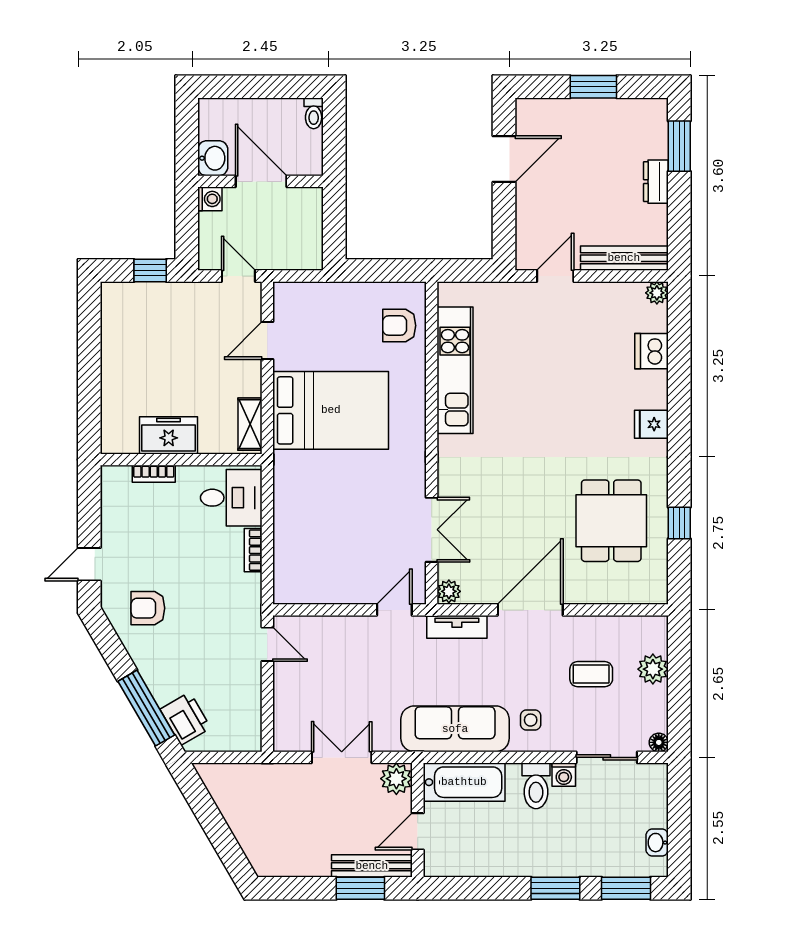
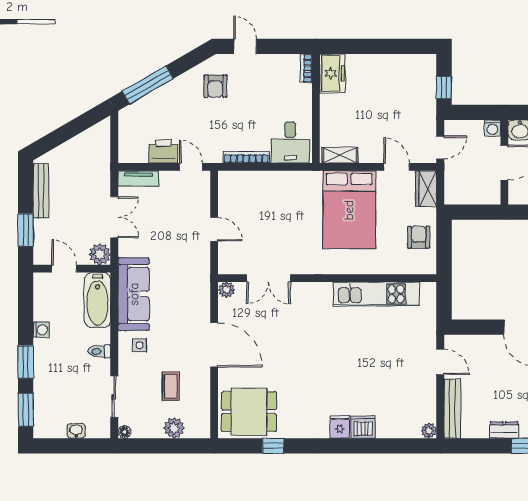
wardrobe: (300, 297) -> (426, 189), added
armchair: (399, 326) -> (419, 237), moved
dishwasher: (652, 351) -> (363, 427), moved
freezer: (169, 435) -> (332, 73), moved
bookcase: (154, 474) -> (306, 68), moved
dining table: (611, 521) -> (249, 412), moved
bookcase: (253, 550) -> (246, 157), width x1.56
armchair: (148, 608) -> (215, 86), turned 180
door: (394, 610) -> (214, 229), moved
tv unit: (457, 627) -> (138, 179), moved, turned -90
door: (267, 644) -> (191, 167), swing flipped
printer: (185, 719) -> (163, 151), moved, turned -150
washing machine: (564, 775) -> (41, 330), moved, turned 180
toilet: (536, 786) -> (99, 351), width x0.73, depth x0.72
washbasin: (657, 843) -> (76, 431), moved
bench: (372, 866) -> (41, 191), moved

